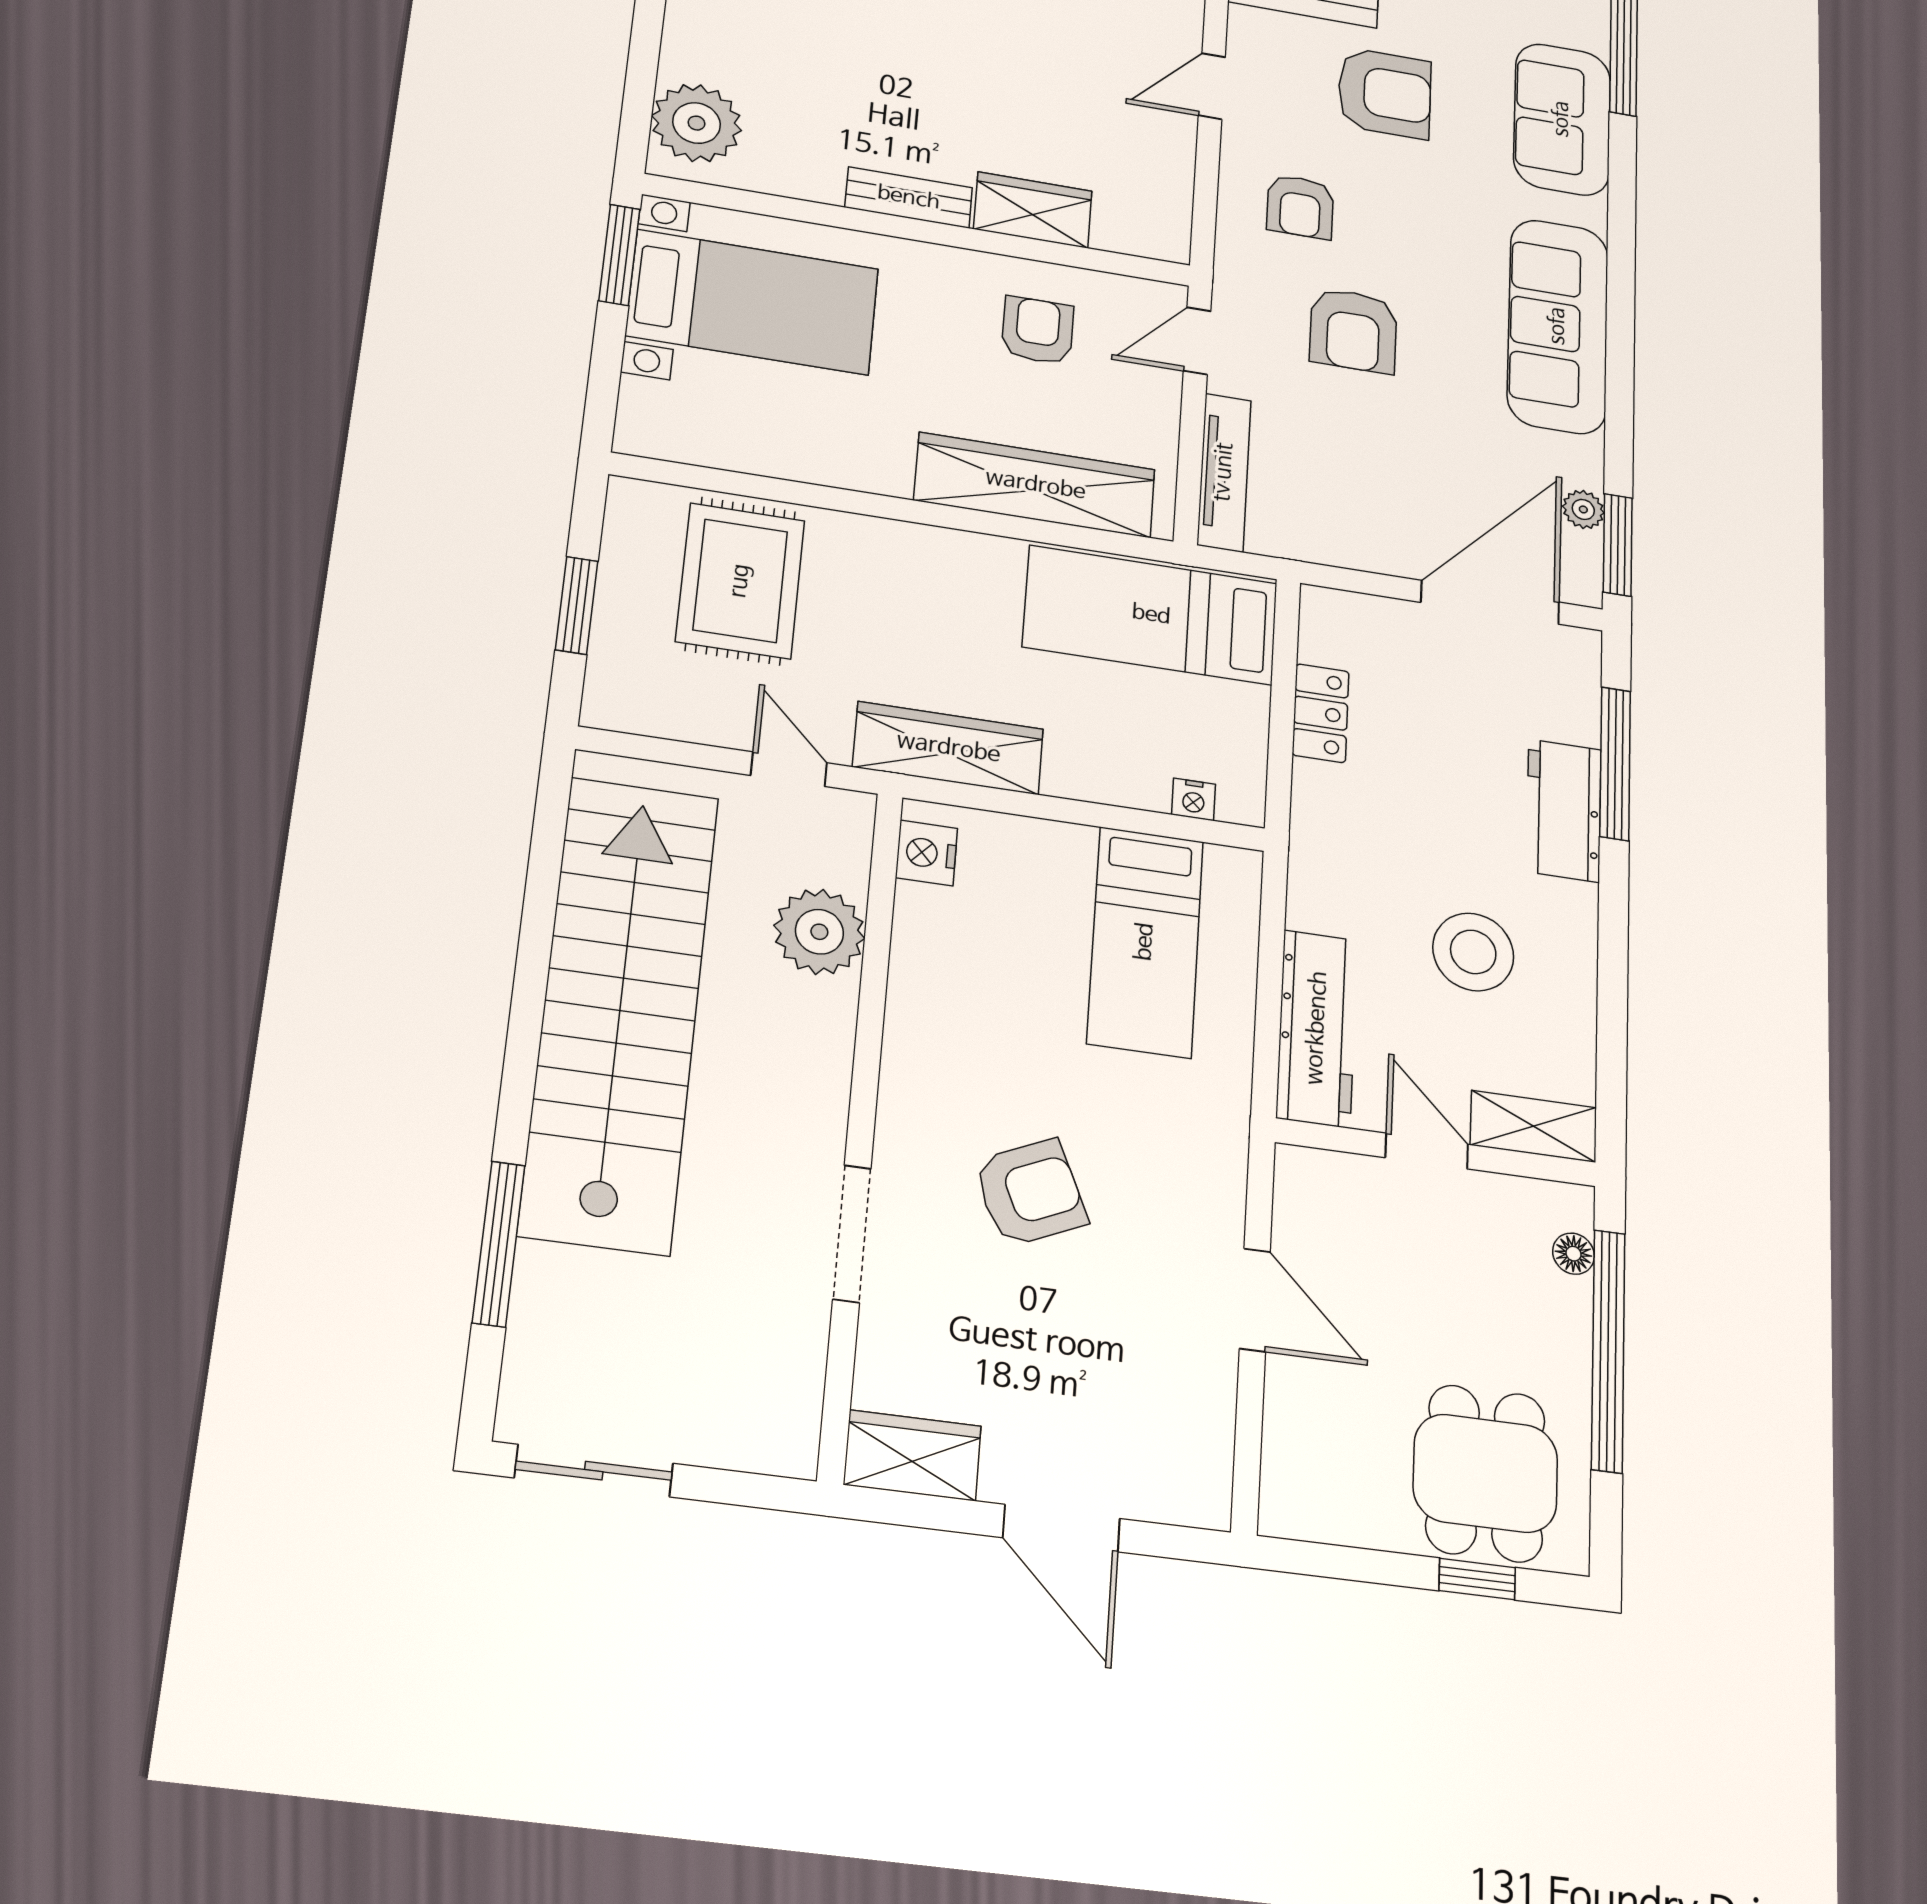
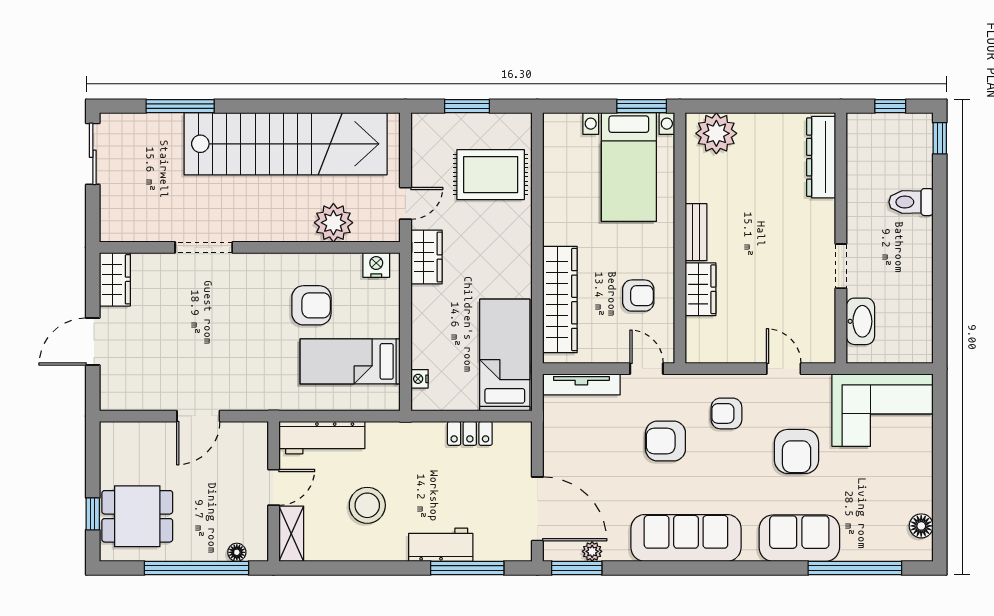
wardrobe: (948, 748) -> (426, 257), width x0.67
armchair: (1030, 1193) -> (311, 305), moved, turned -66

